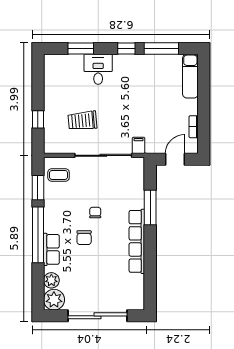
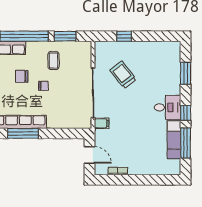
desk: (98, 69) -> (168, 107), moved
exam couch: (190, 76) -> (174, 140), moved, turned -90
trolley: (82, 121) -> (123, 75), turned -33
coffee table: (59, 175) -> (53, 60), moved
window: (150, 207) -> (23, 133), moved

